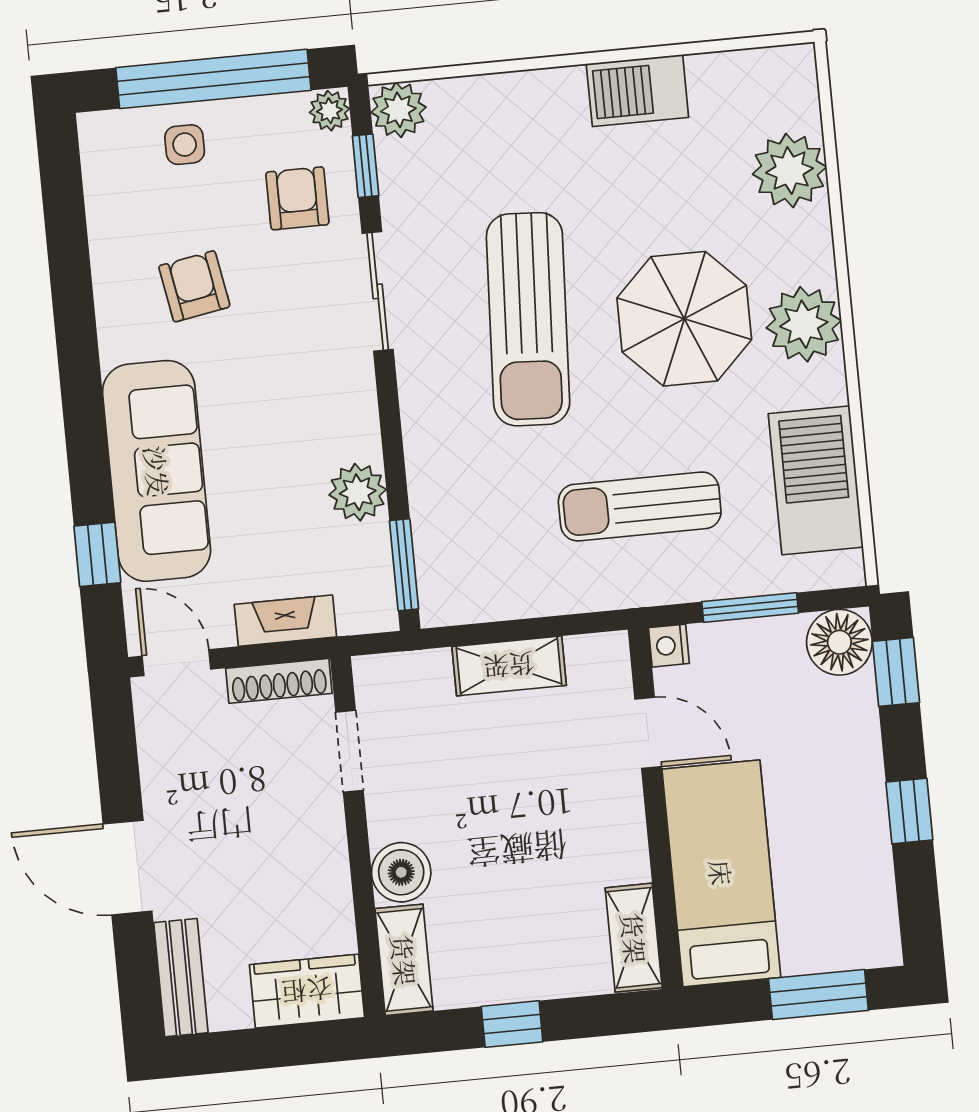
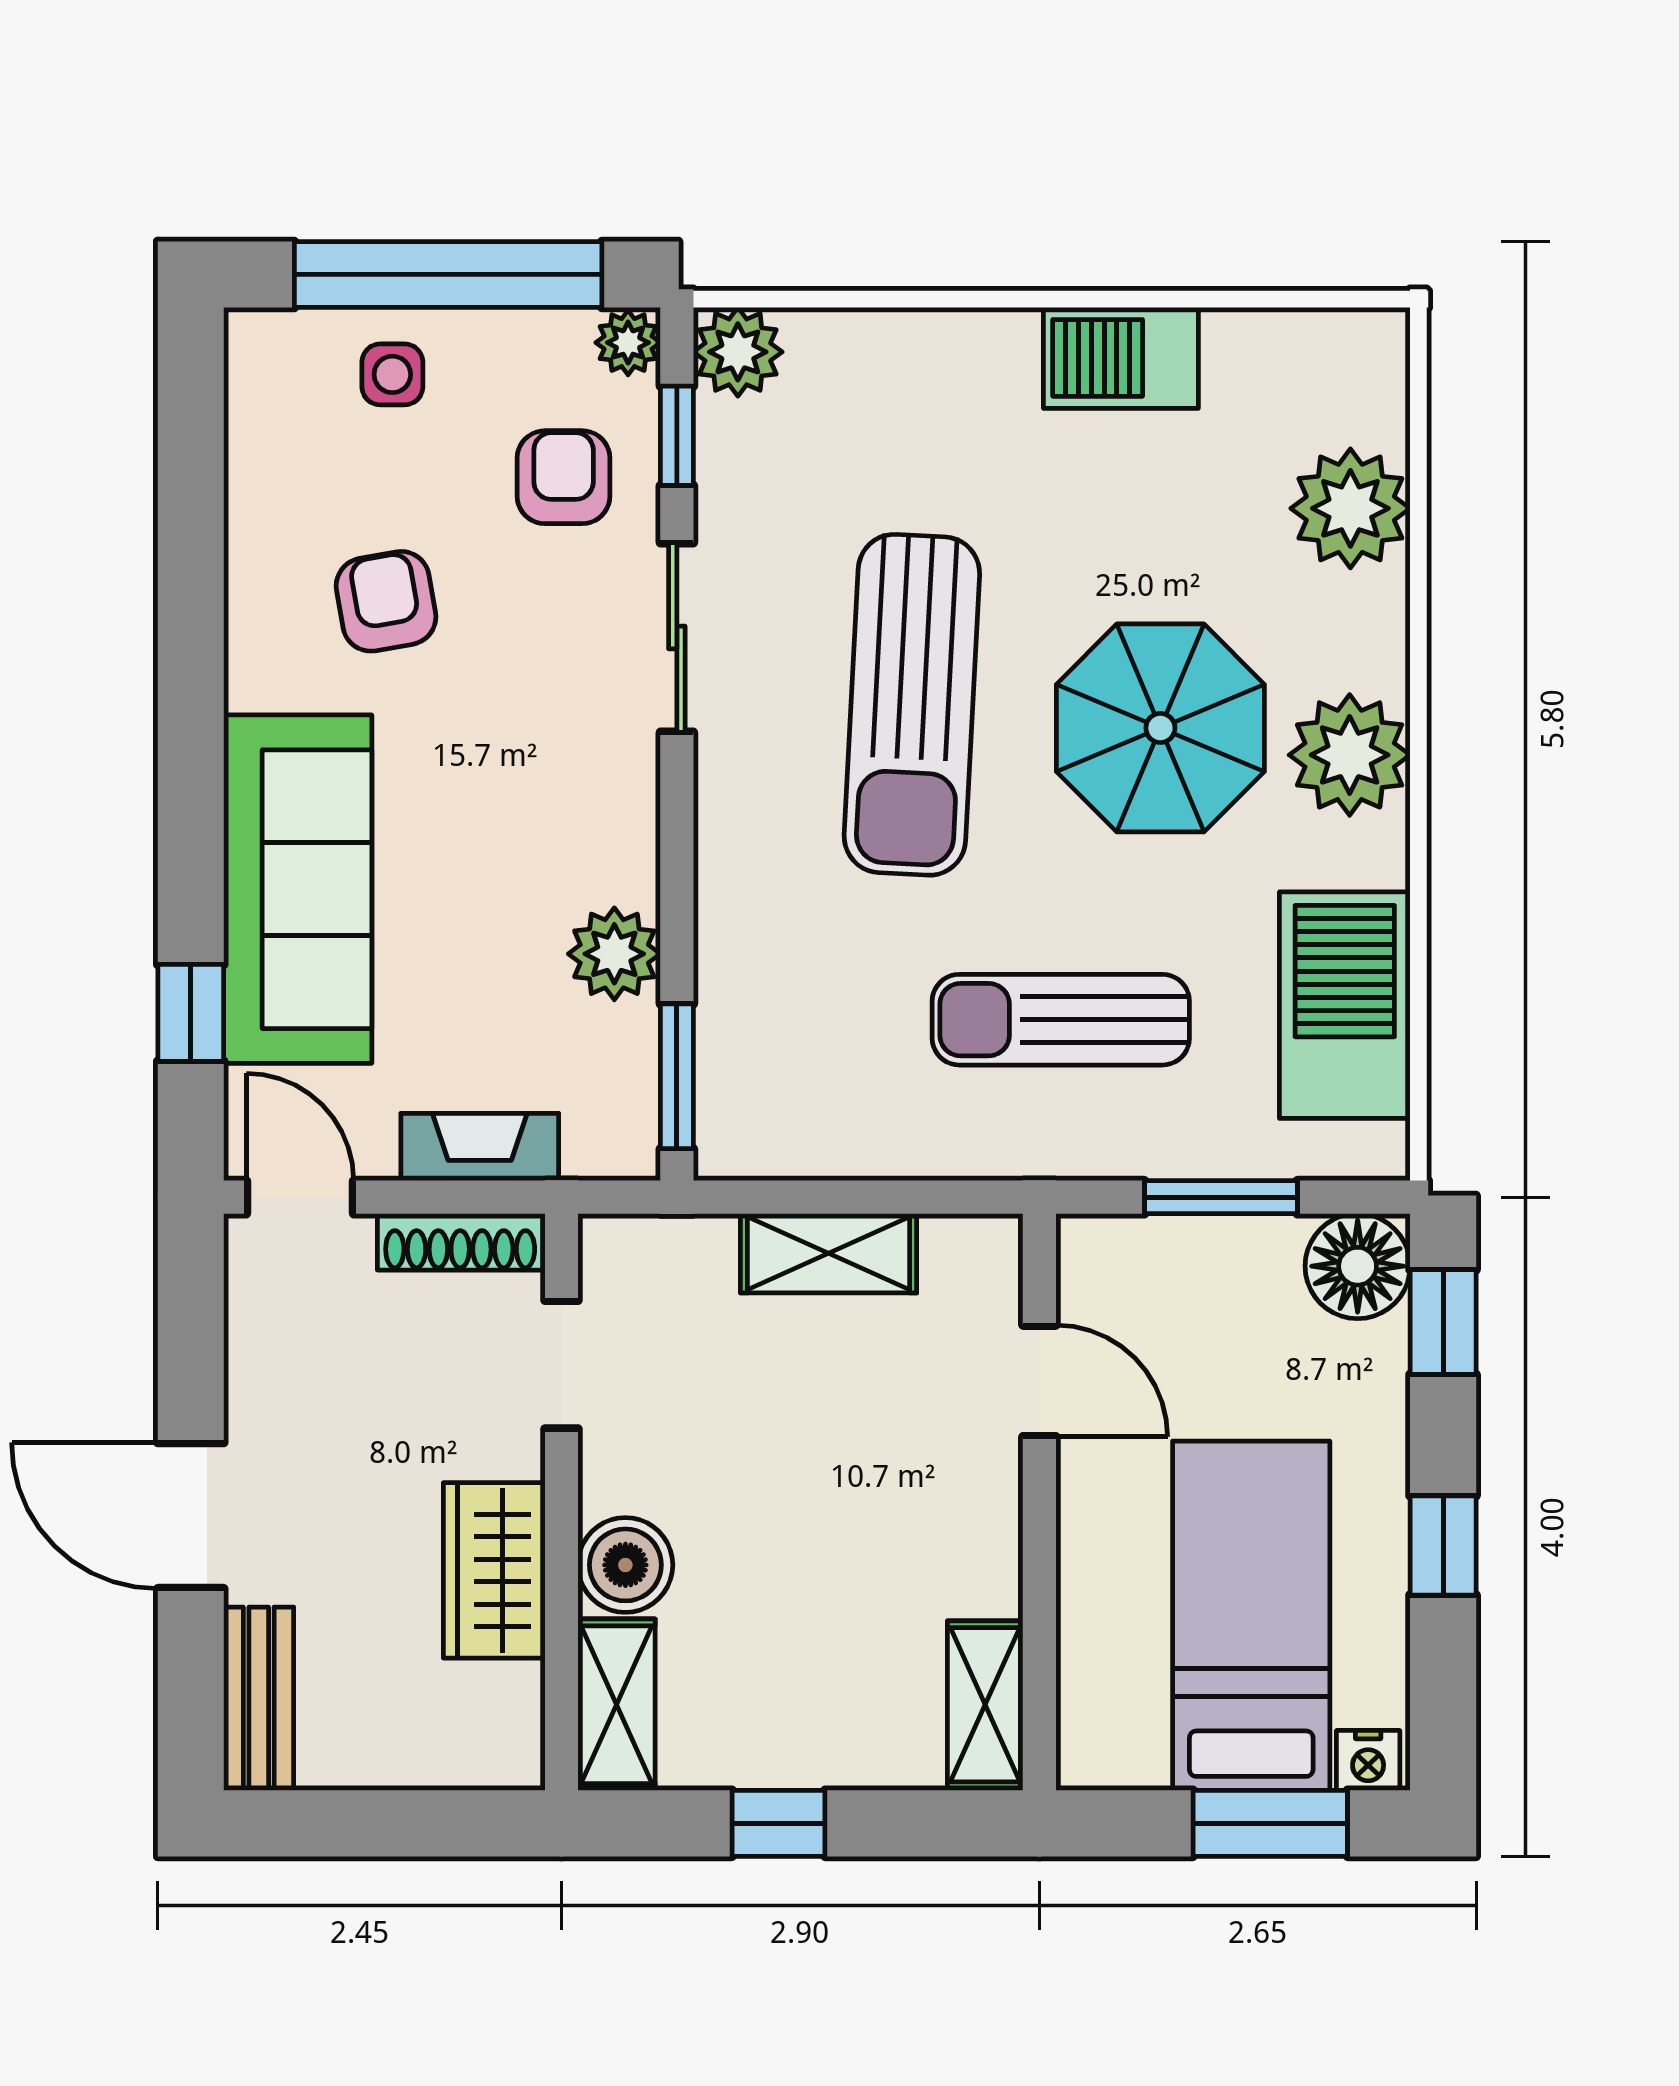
nightstand: (669, 646) -> (1368, 1760), moved, turned -90
bed: (721, 873) -> (1251, 1616), moved
wardrobe: (307, 991) -> (494, 1570), moved, turned -90

